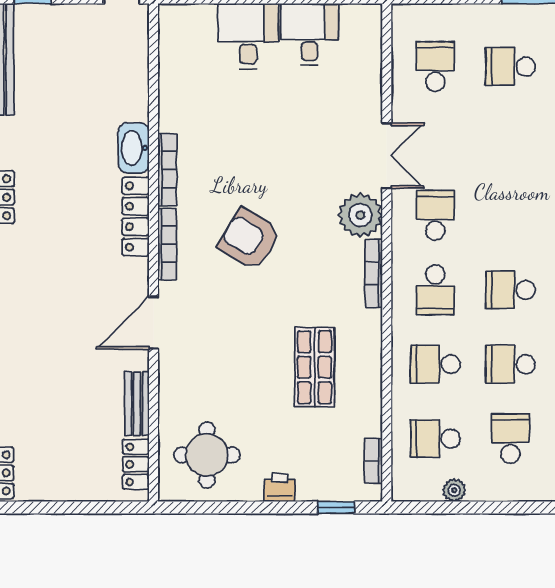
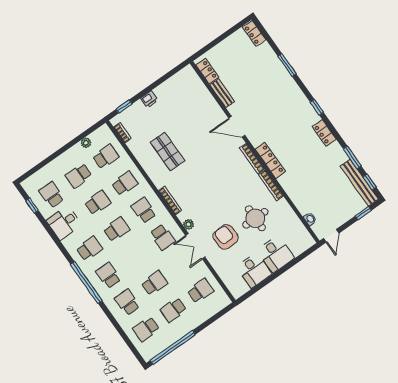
school desk: (435, 67) -> (200, 291), turned -90
school desk: (510, 67) -> (173, 310), turned 180
school desk: (510, 141) -> (154, 283), added
washbasin: (134, 148) -> (310, 219), moved, width x0.52, depth x0.69
plant: (360, 215) -> (189, 224), width x0.53, depth x0.53
armchair: (249, 239) -> (226, 237), moved, turned -123
door: (154, 323) -> (237, 127), swing flipped
school desk: (510, 439) -> (79, 176), turned 90
round table: (207, 455) -> (255, 218), moved

